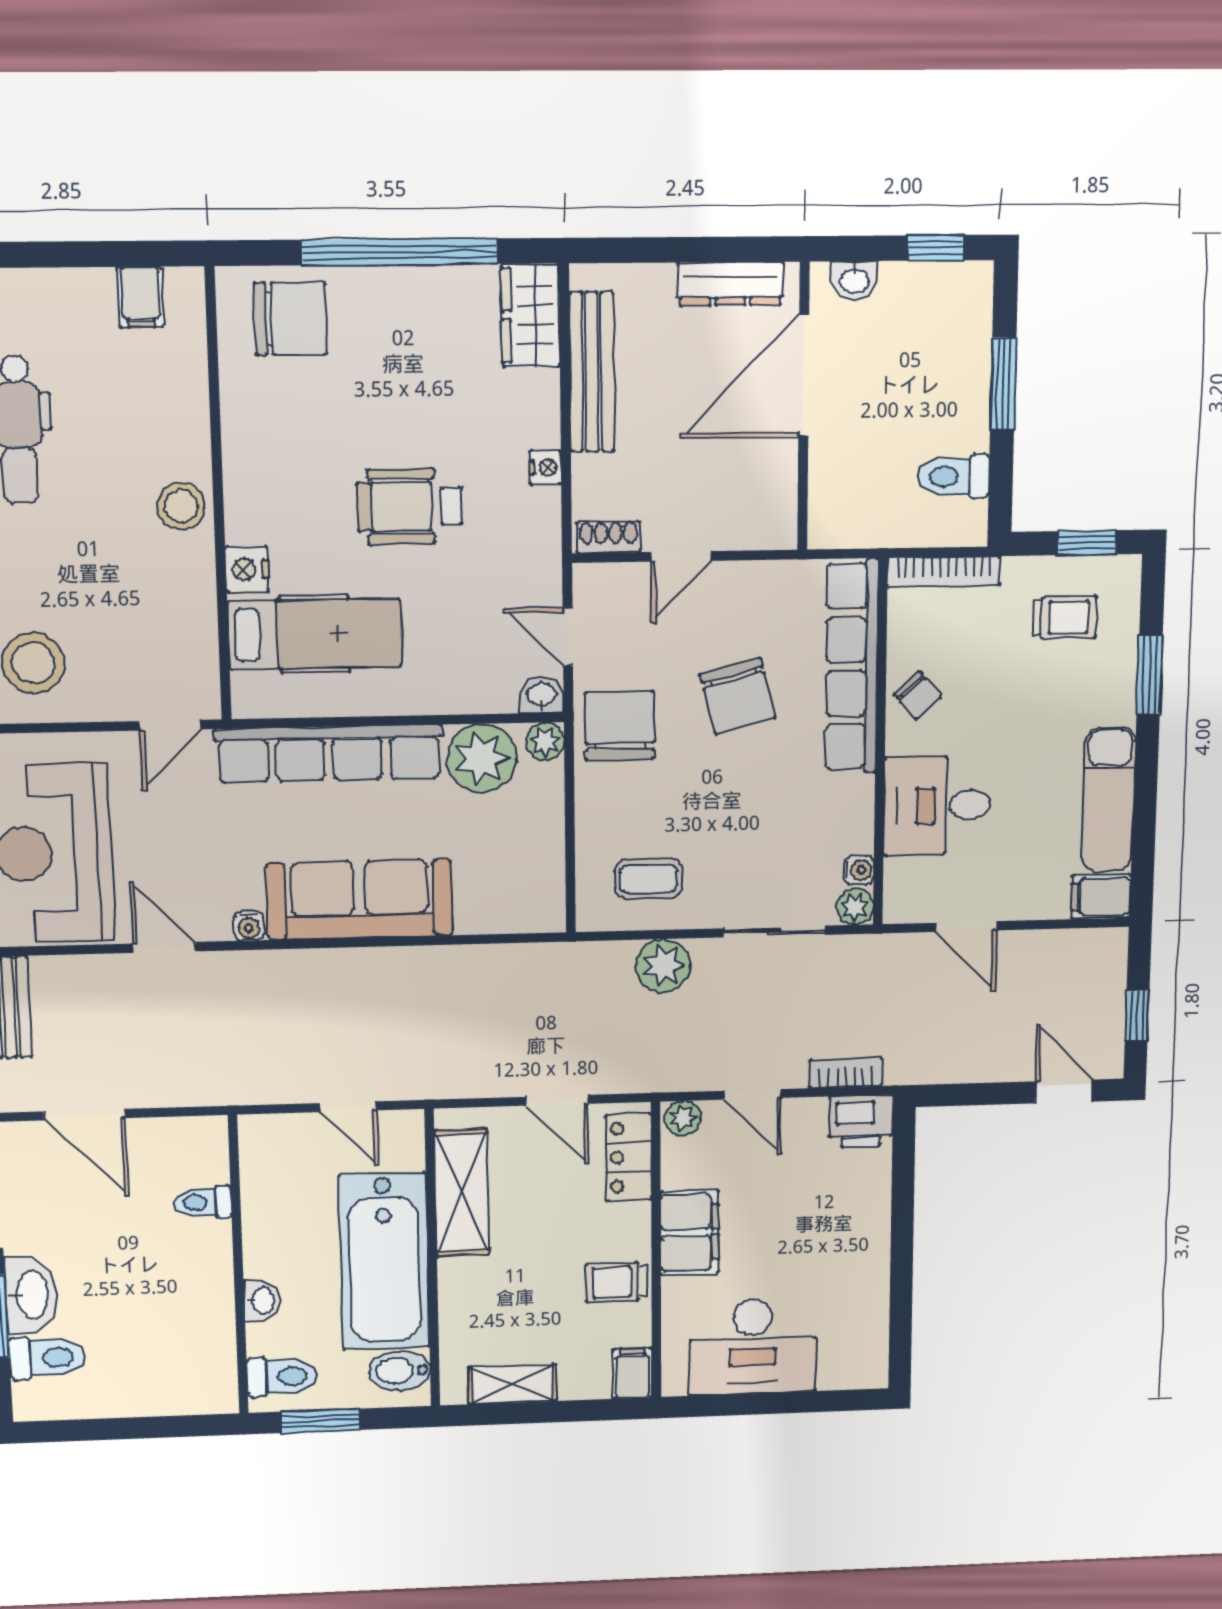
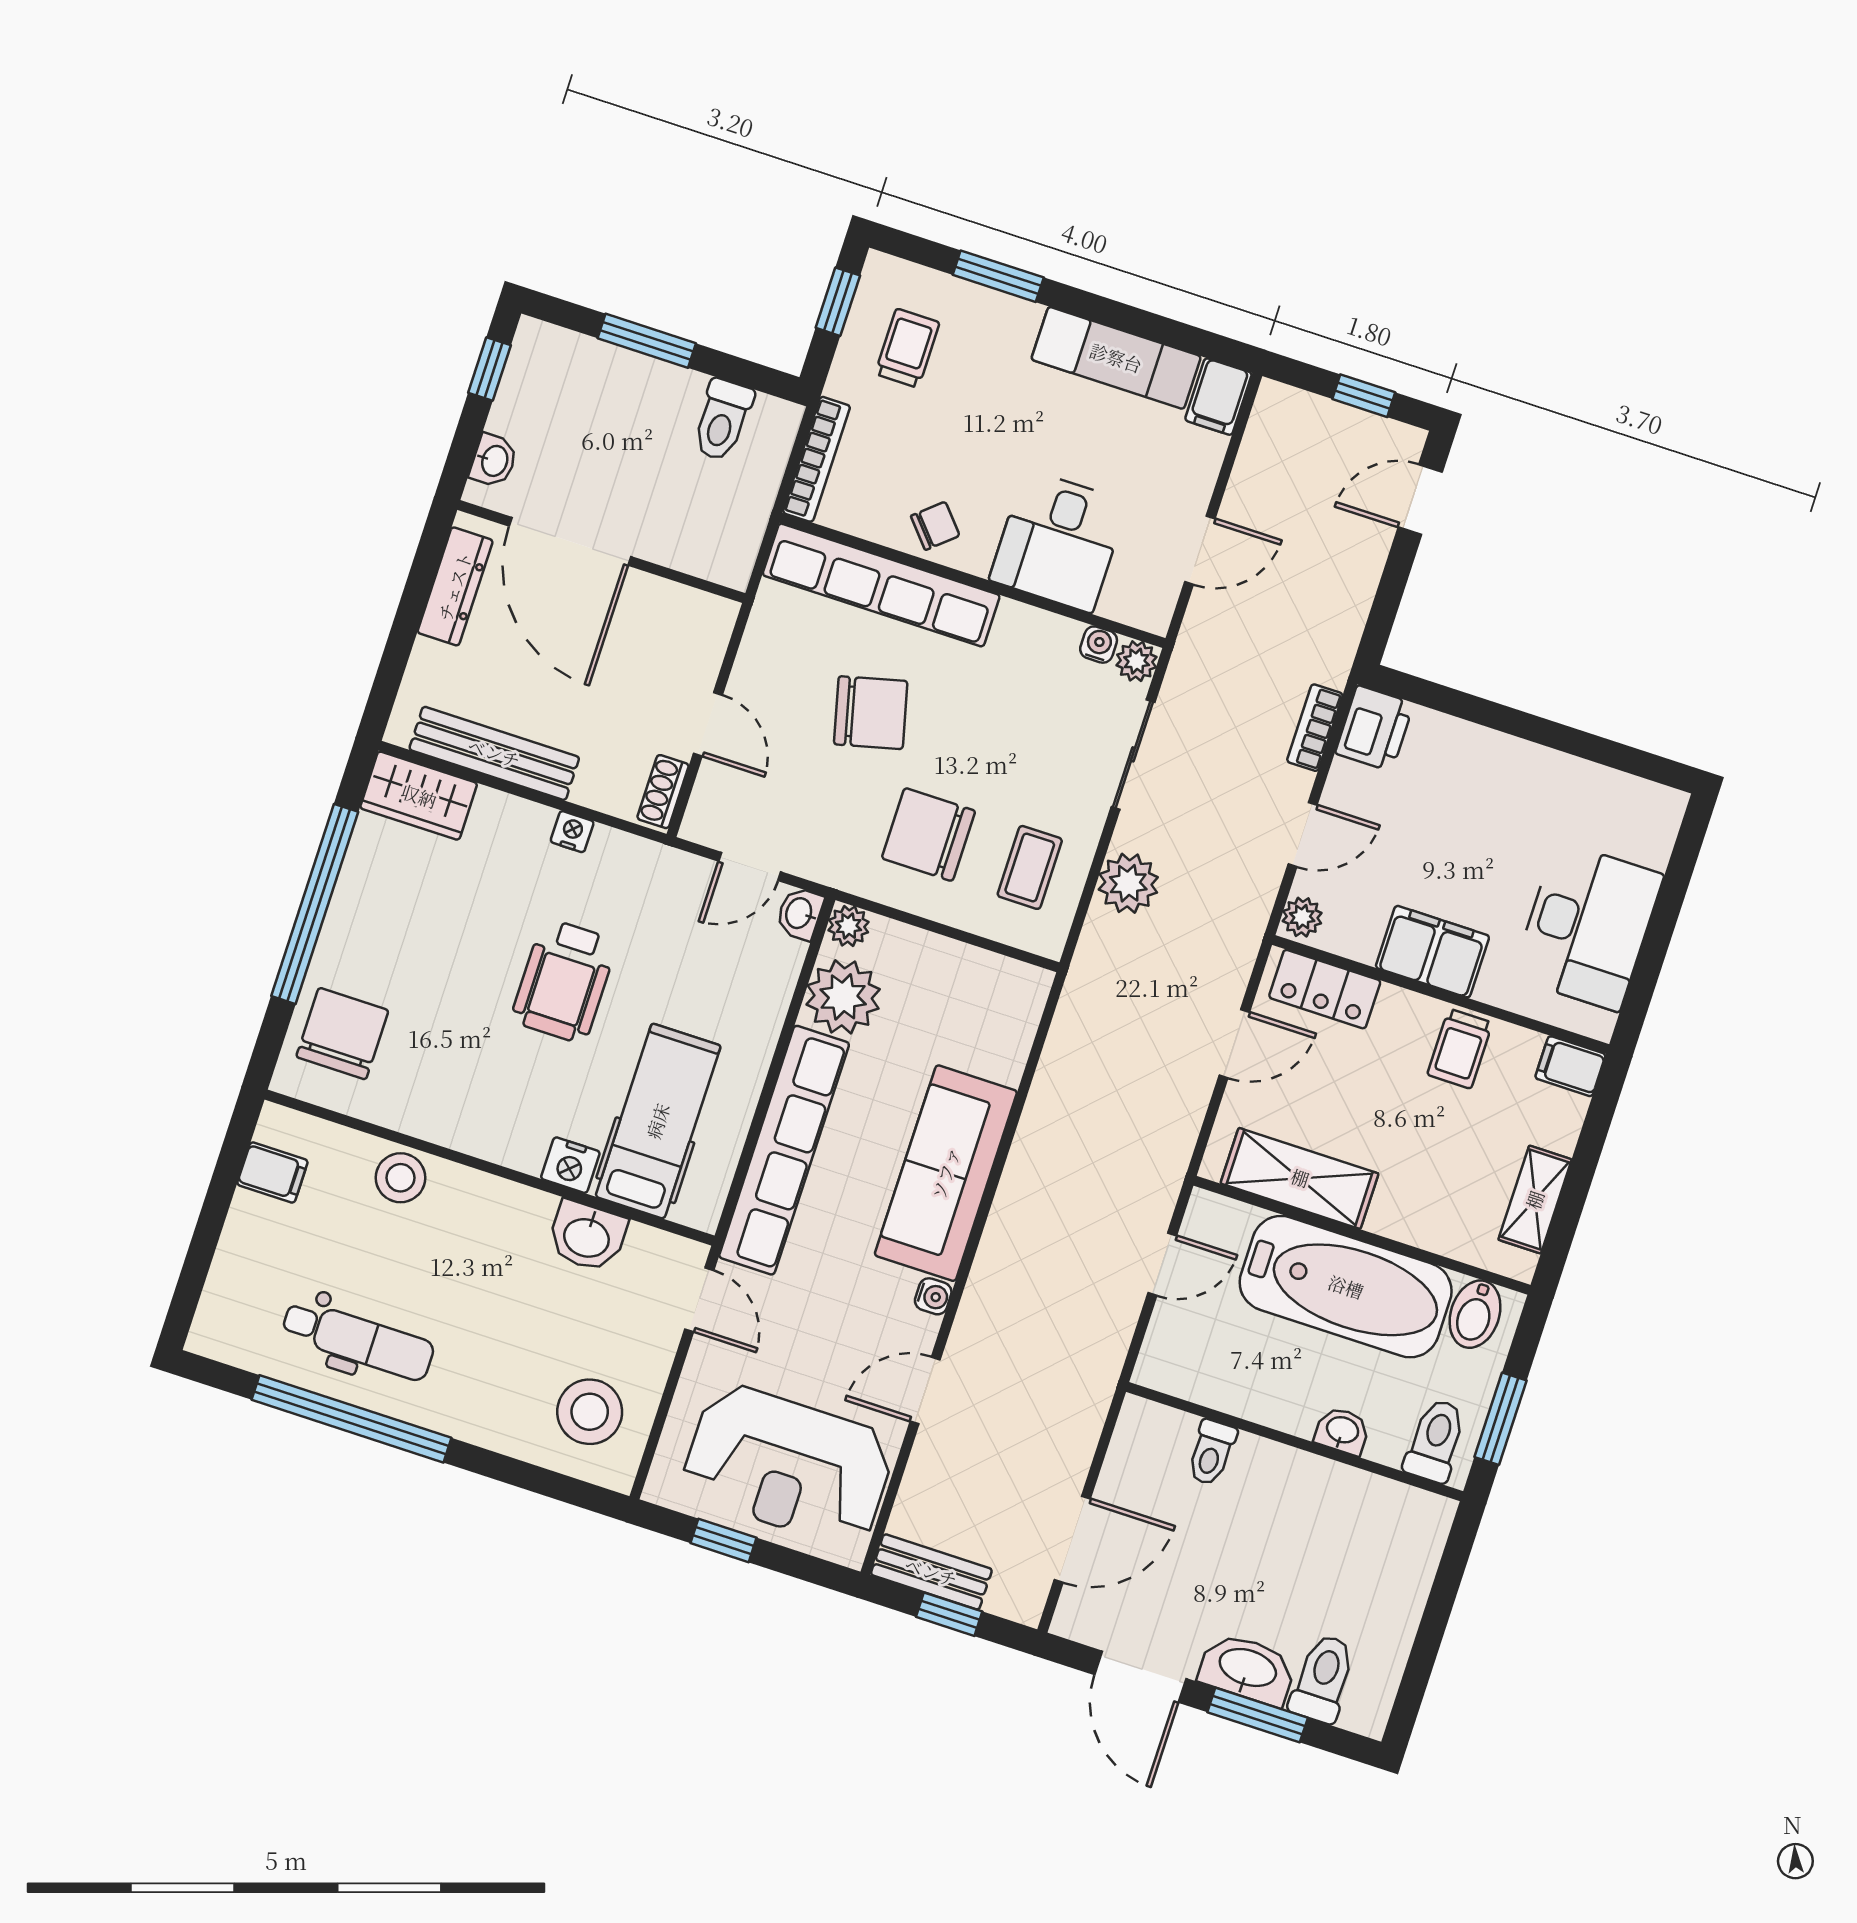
stool: (181, 506) -> (400, 1178), moved
washbasin: (189, 606) -> (587, 1236), added
chair: (620, 726) -> (929, 835), moved

